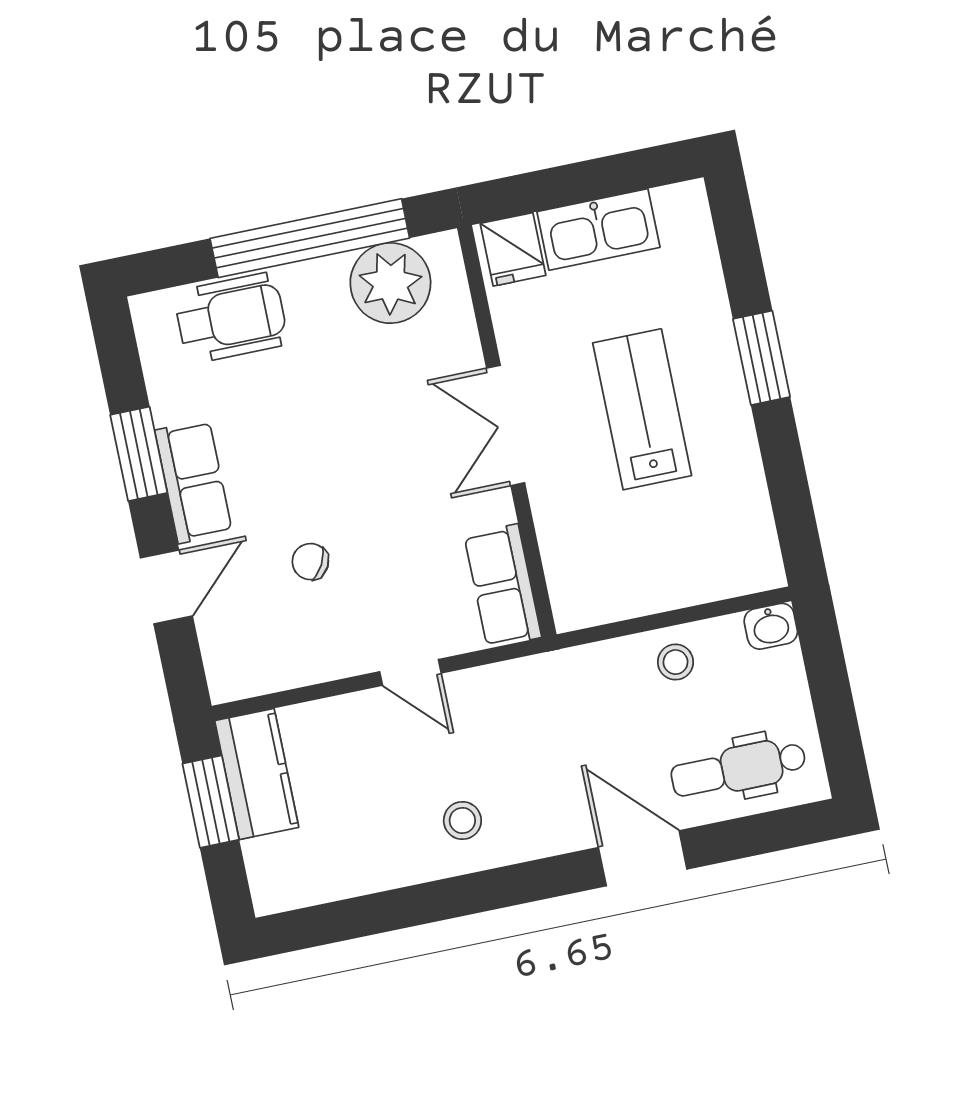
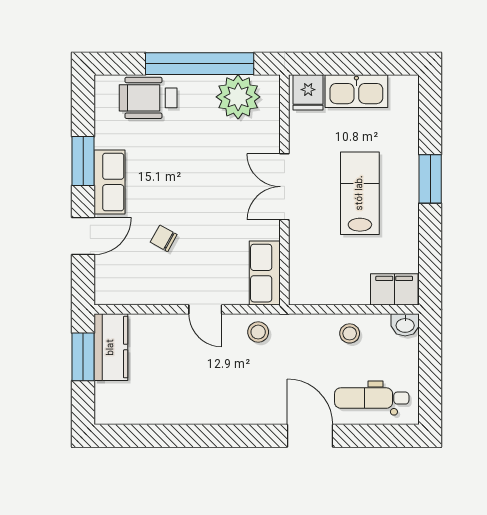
wheelchair: (231, 318) -> (148, 98), turned 180
filing cabinet: (738, 568) -> (394, 289), added
stool: (462, 820) -> (258, 332), moved

